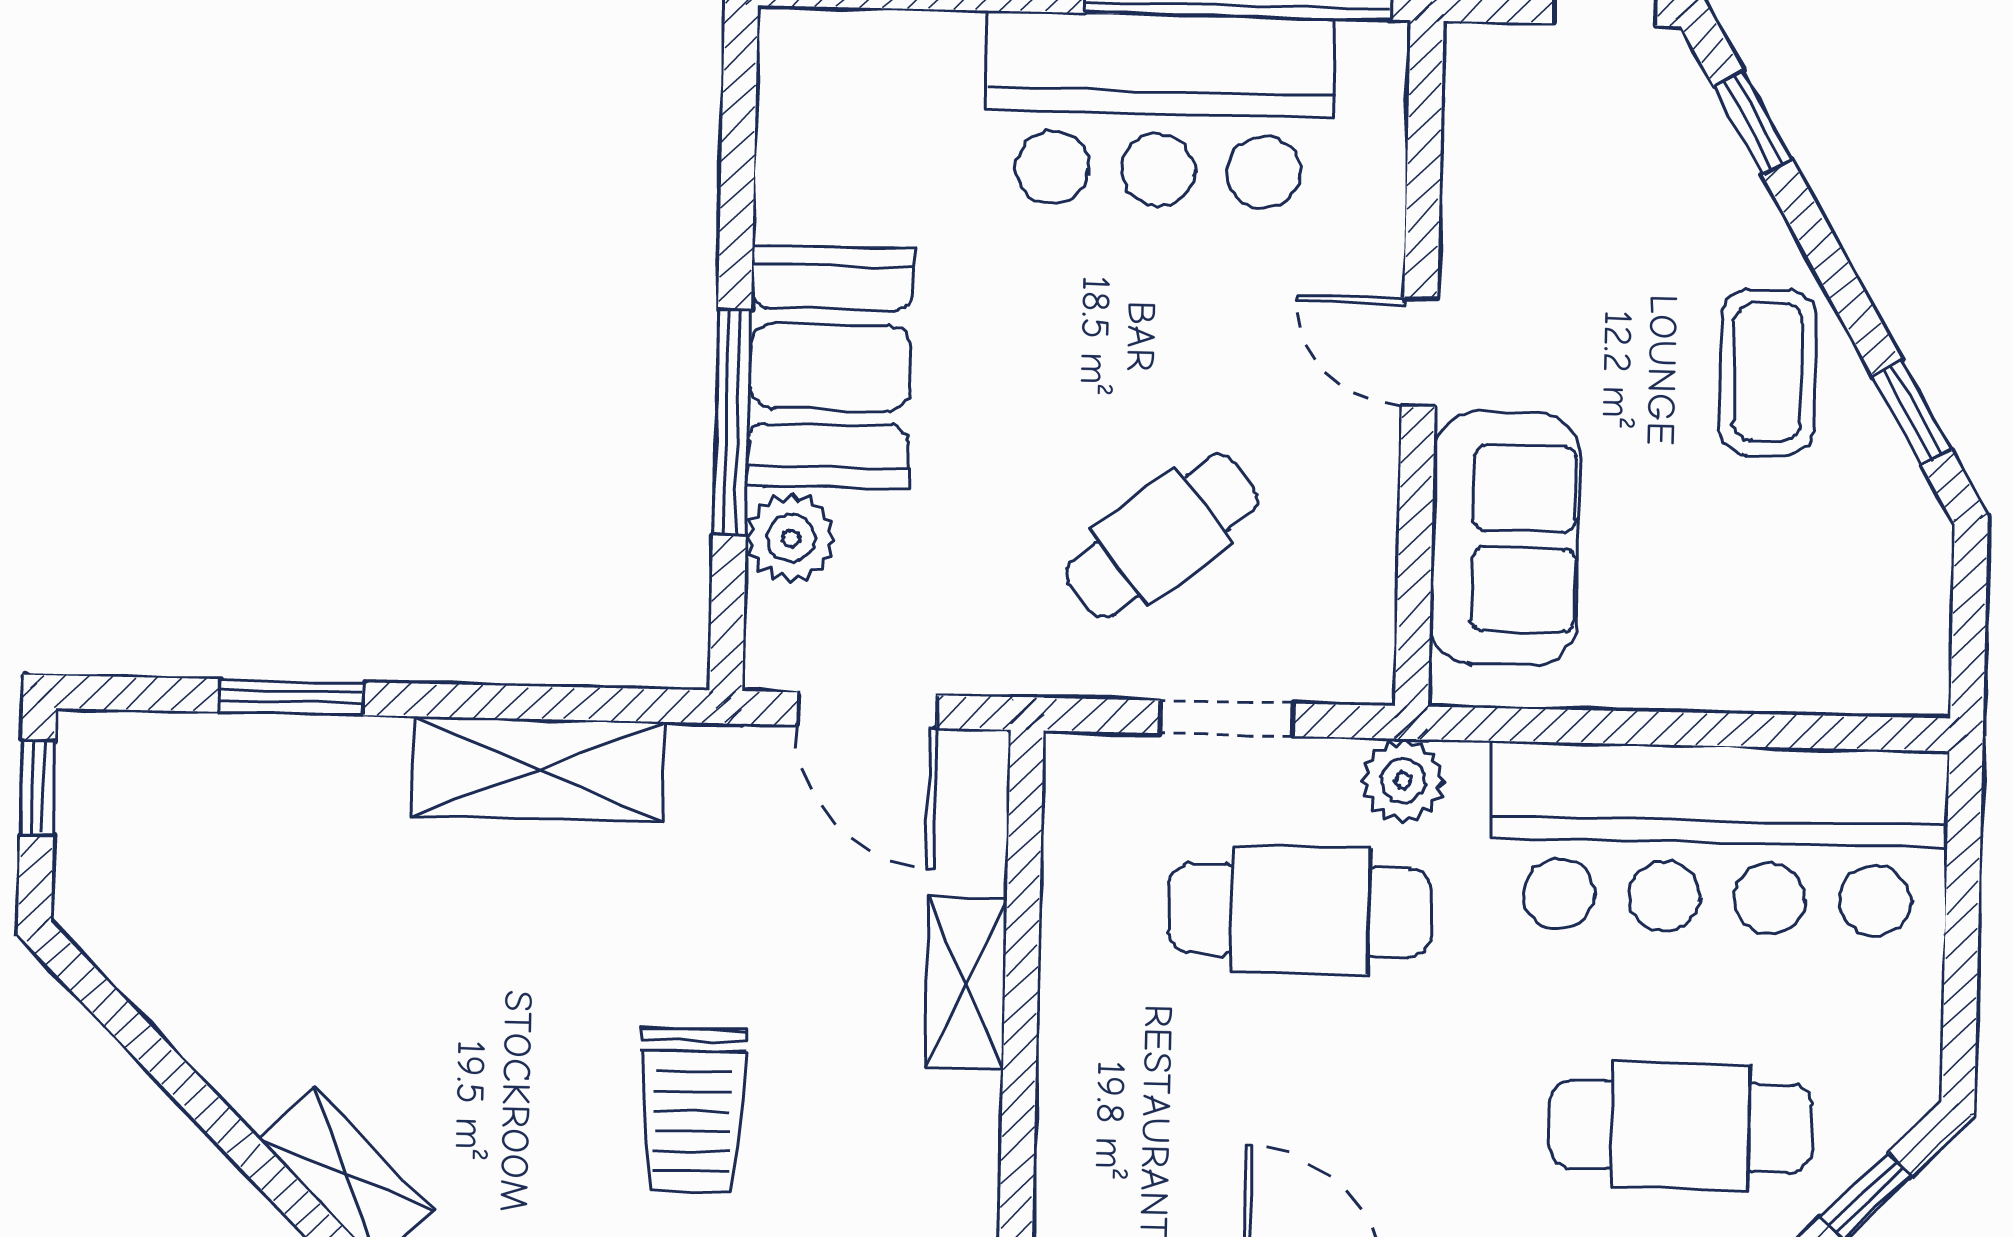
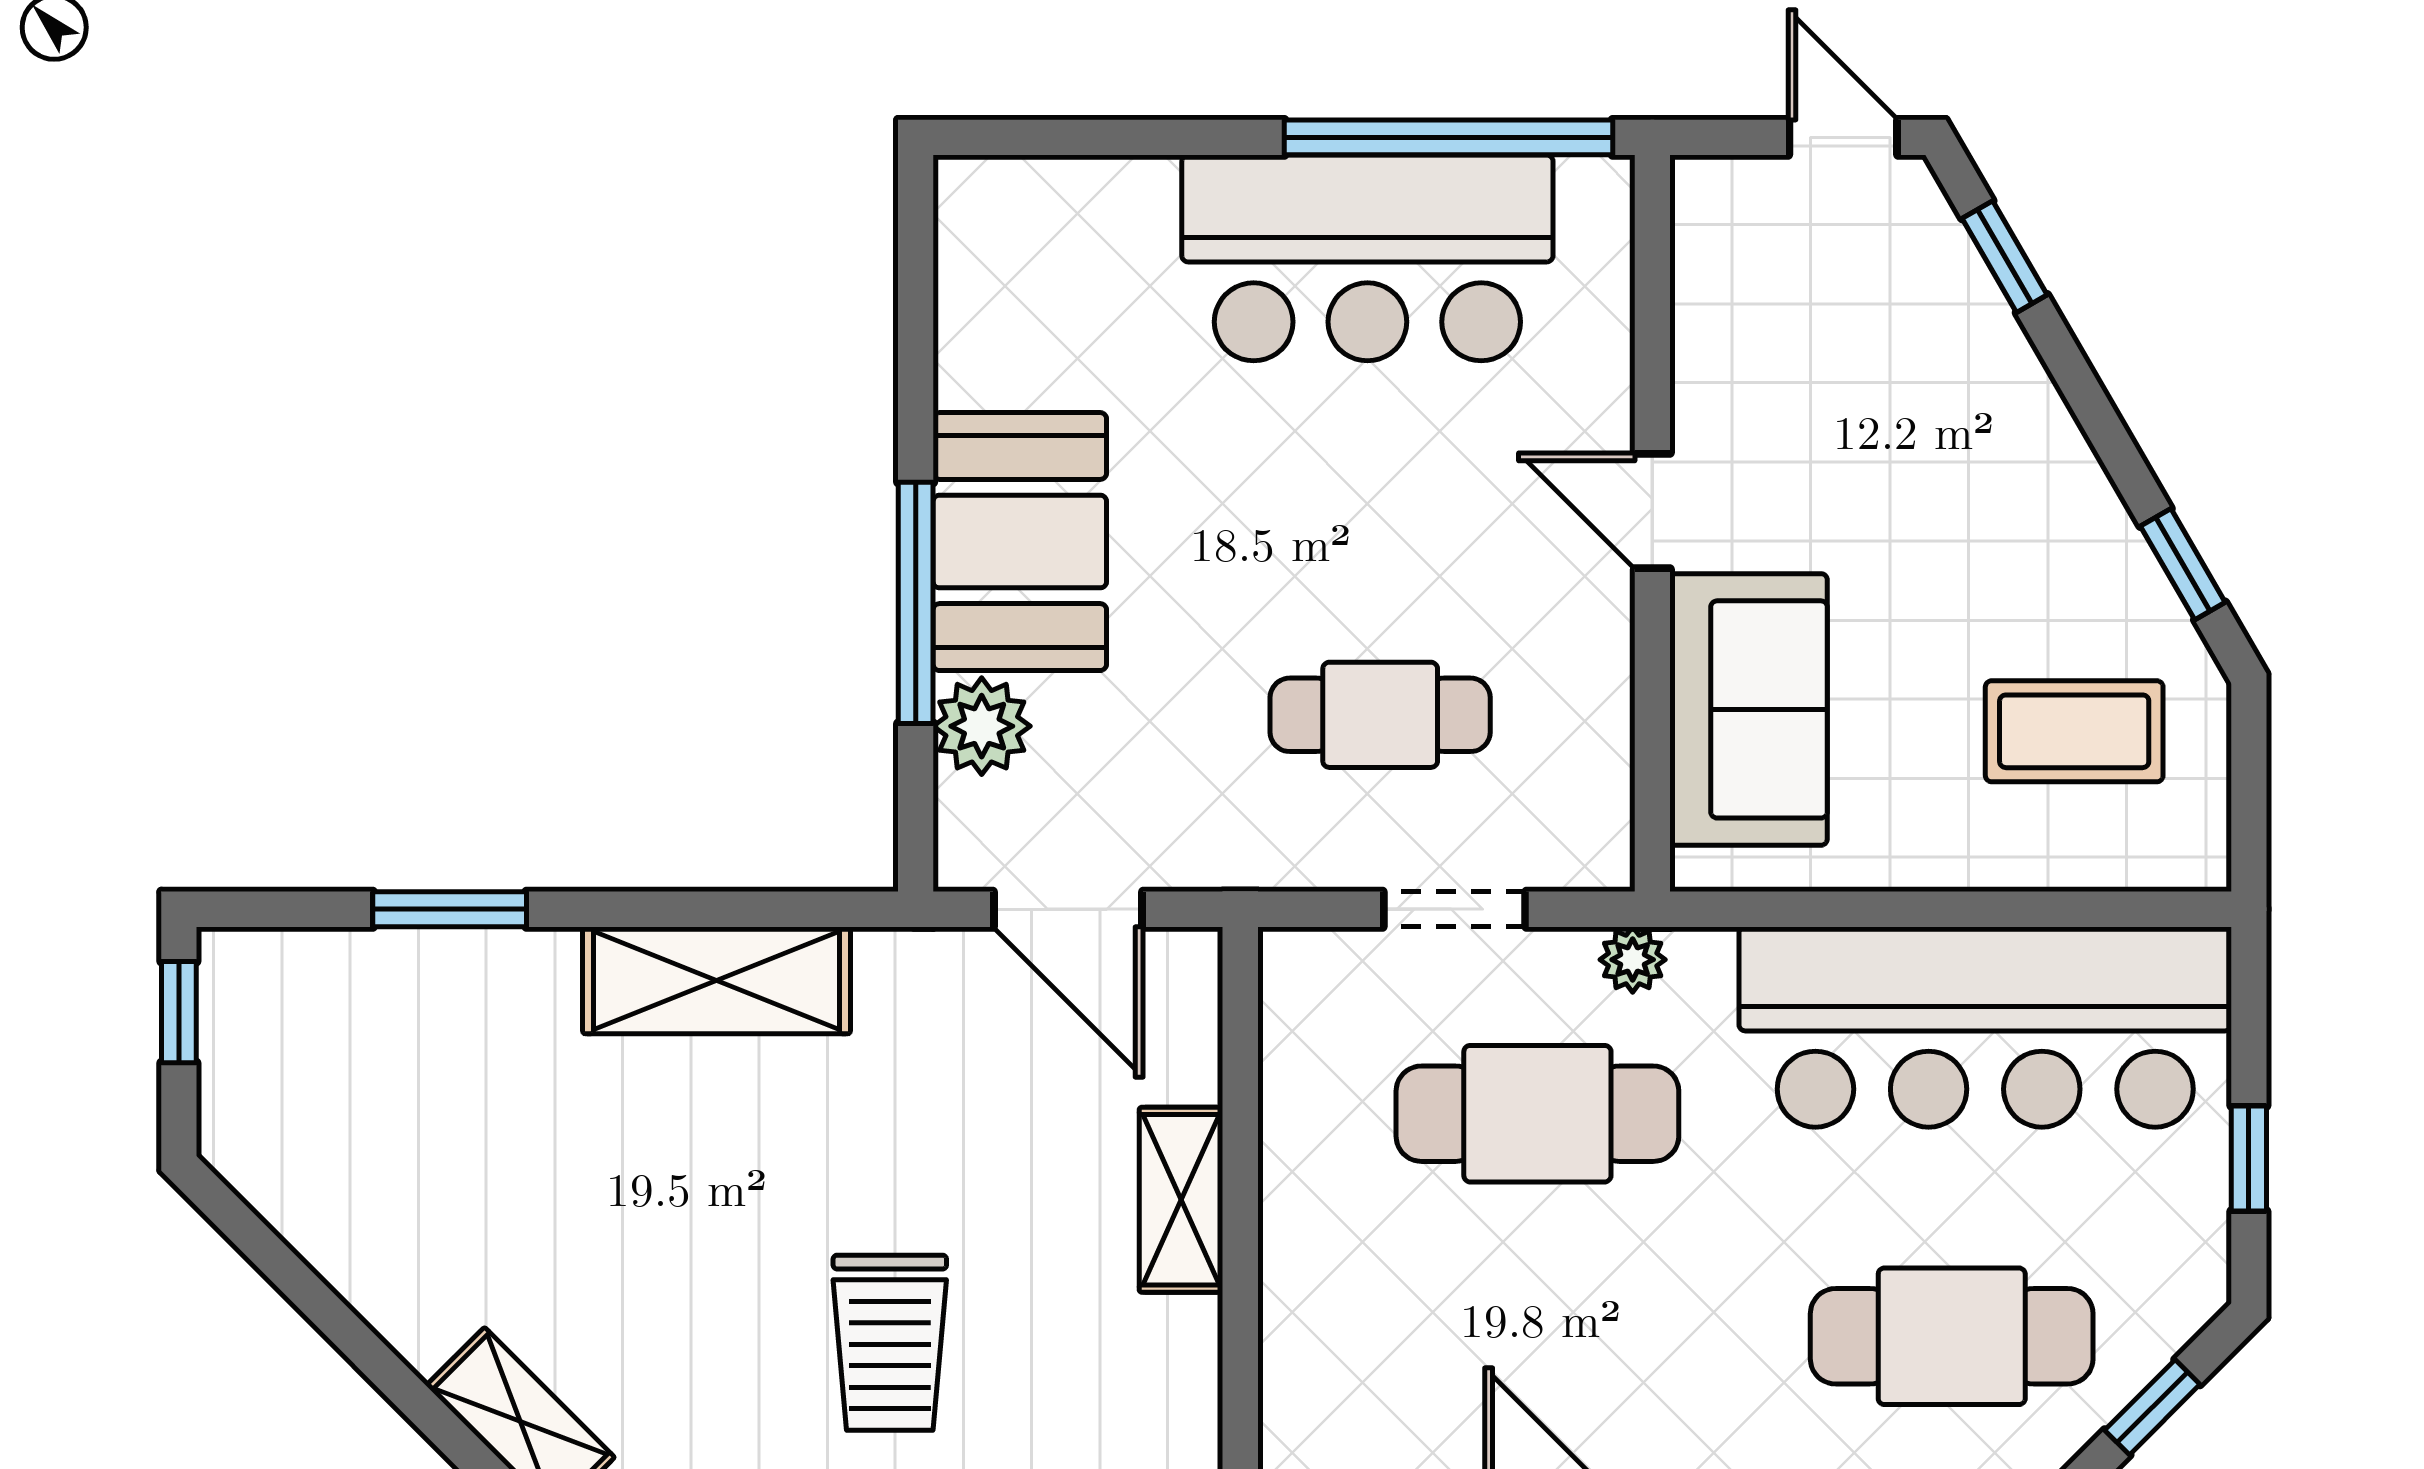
coffee table: (1768, 372) -> (2074, 731), moved, turned 90
cafe table: (1162, 536) -> (1380, 715), turned 38
plant: (1403, 781) -> (1633, 960), width x0.73, depth x0.73
window: (1961, 967) -> (2249, 1158), added

